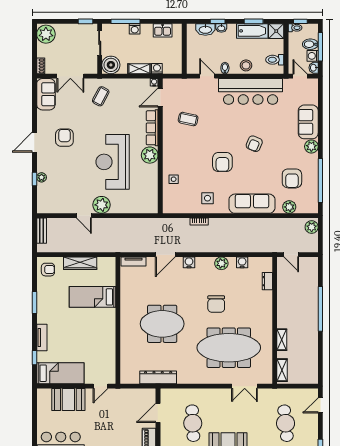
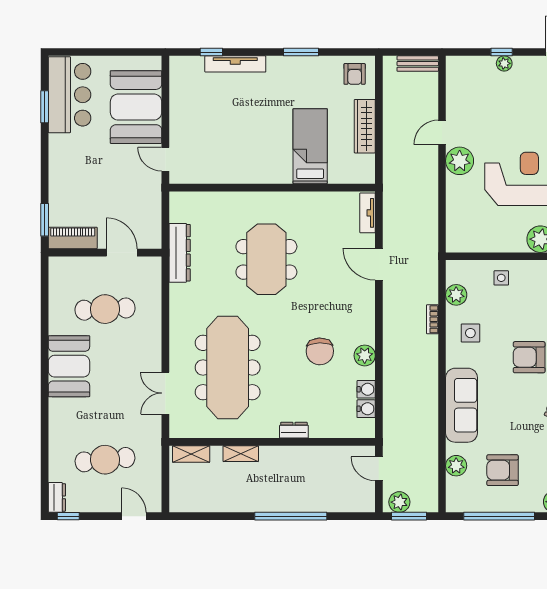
plant: (184, 207) -> (456, 295), added
plant: (312, 227) -> (399, 502), moved
window: (320, 236) -> (409, 516), added
door: (291, 255) -> (379, 469), hinge flipped
water cooler: (189, 262) -> (366, 409), moved
dresser: (267, 281) -> (294, 430), moved
chair: (216, 304) -> (320, 351), moved, turned -92
tv unit: (42, 338) -> (235, 64), width x1.41
bed: (60, 373) -> (186, 94), removed
booth: (68, 399) -> (136, 107), width x1.36, depth x1.42

